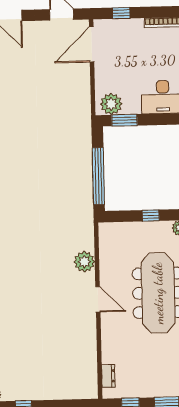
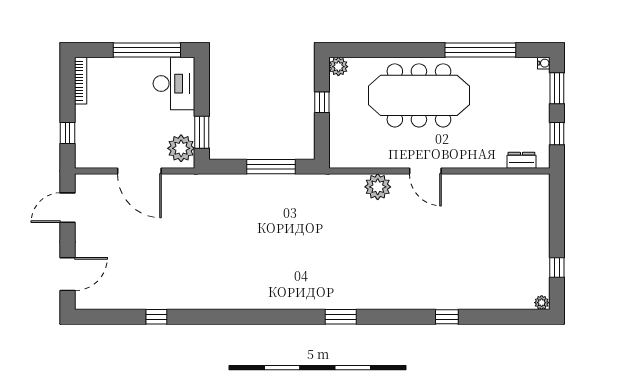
door: (92, 44) -> (139, 171), moved
window: (98, 176) -> (271, 167), width x0.68
door: (98, 299) -> (425, 171), swing flipped

